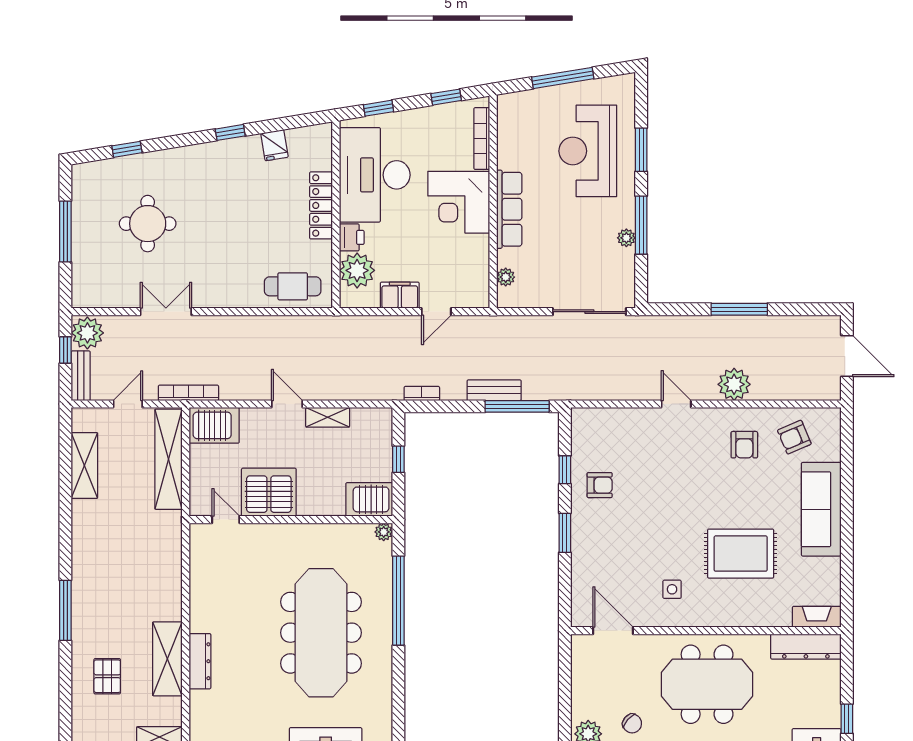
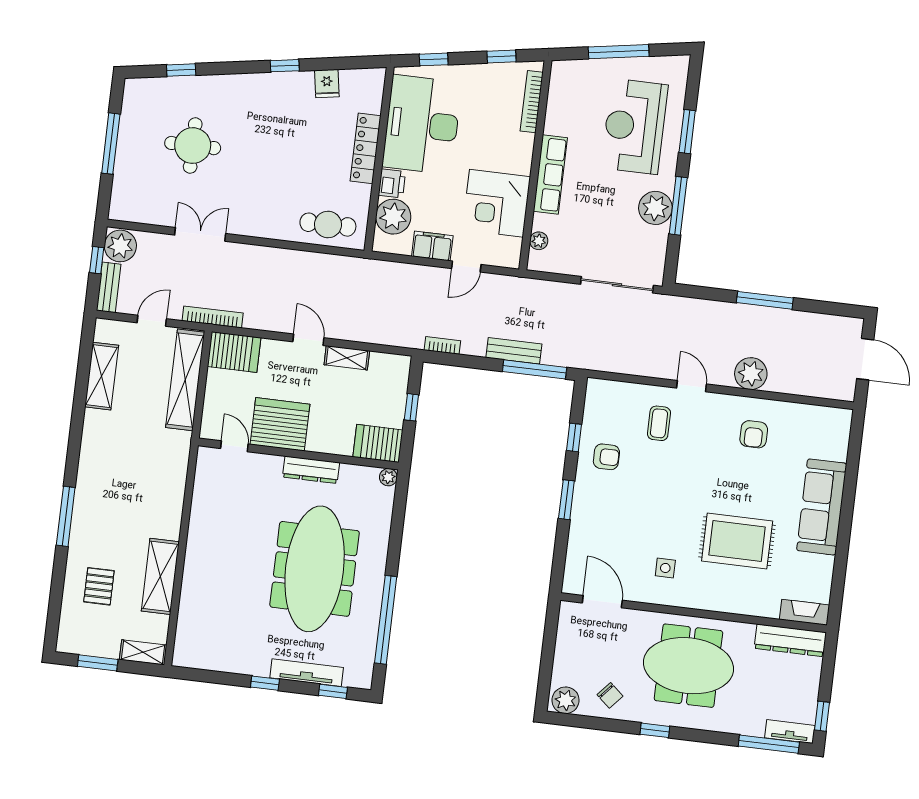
corner desk: (459, 202) -> (496, 203), moved
plant: (626, 238) -> (655, 208), width x1.87, depth x1.87
armchair: (794, 437) -> (804, 433), removed
coffee table: (648, 445) -> (659, 423), added
window: (398, 601) -> (386, 620), moved
dresser: (200, 661) -> (311, 470), moved, turned 90

